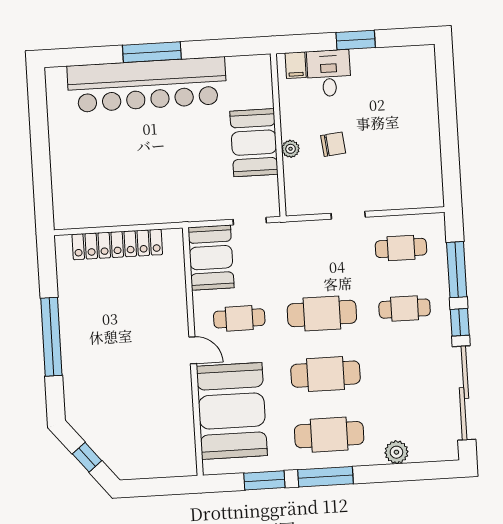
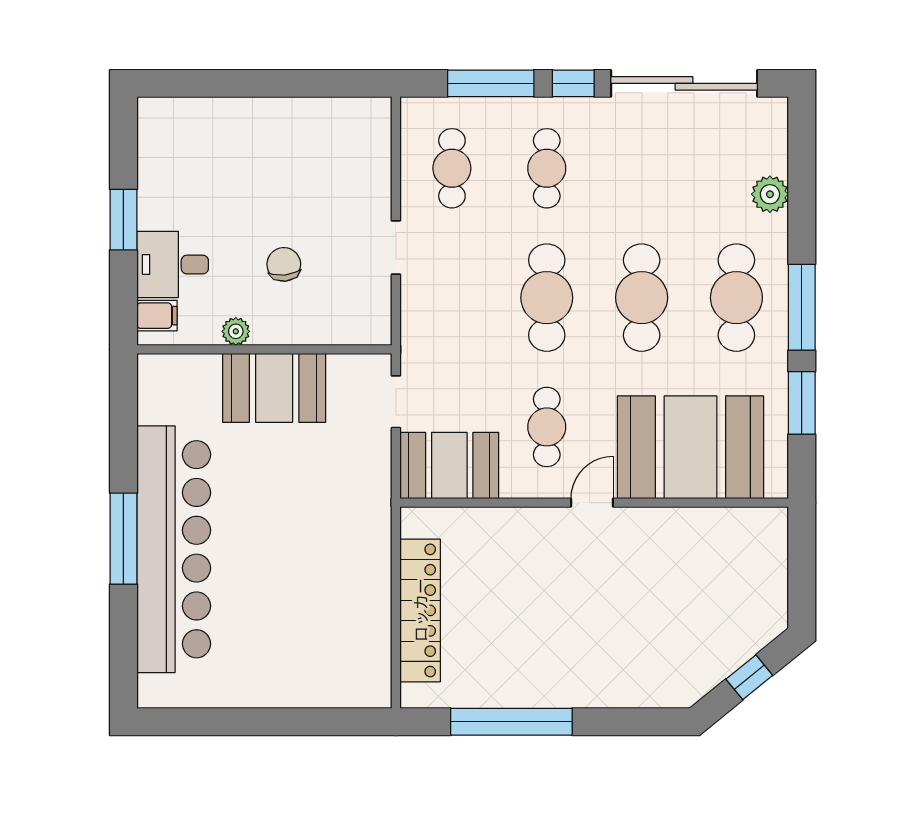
plant: (291, 149) -> (236, 331), moved
window: (51, 337) -> (511, 722), moved

